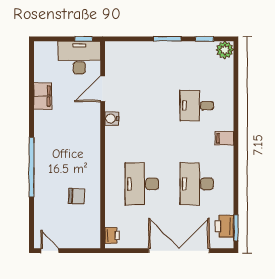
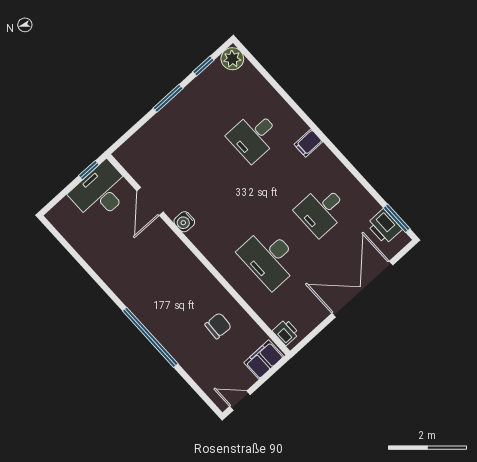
filing cabinet: (43, 96) -> (264, 360), moved, turned -90
desk: (197, 184) -> (321, 210), width x0.73

